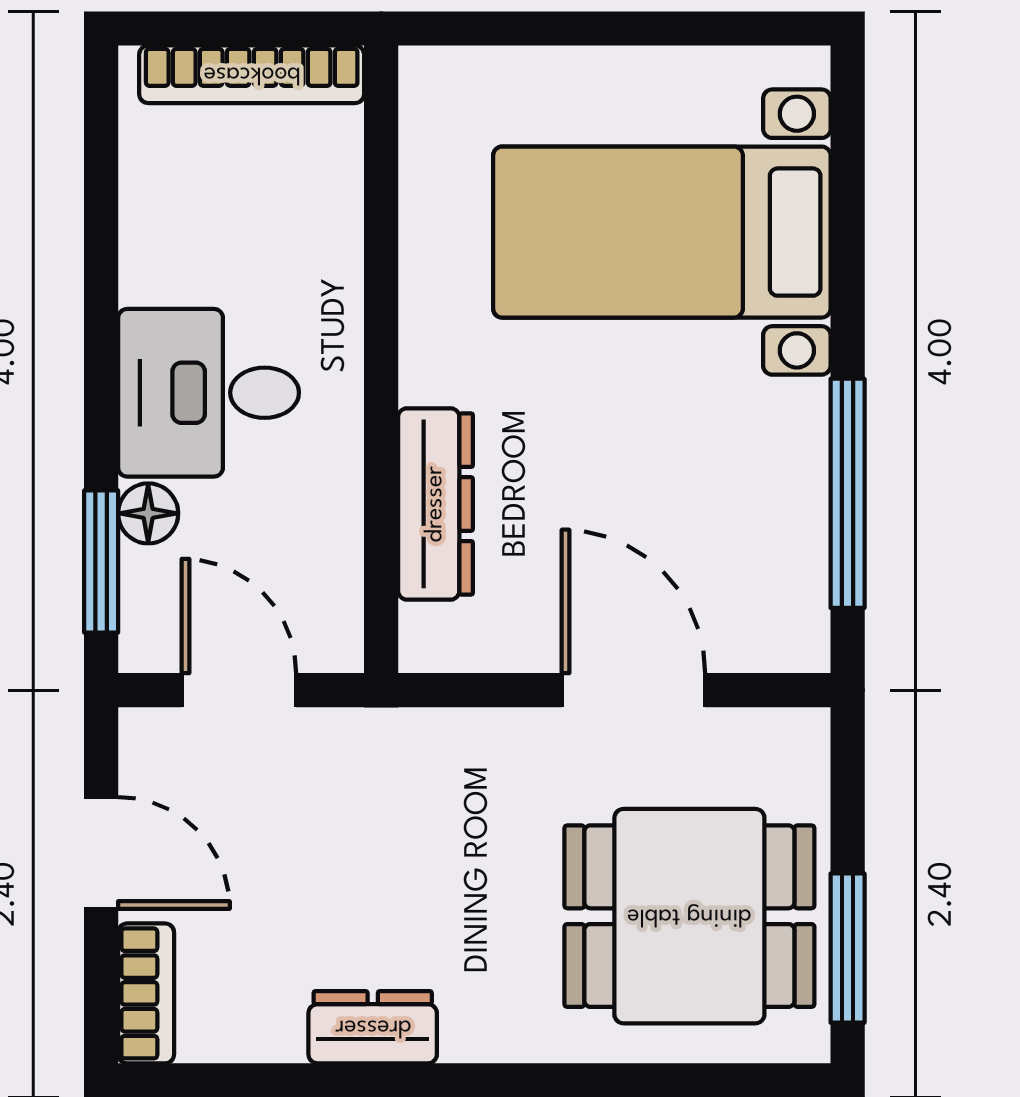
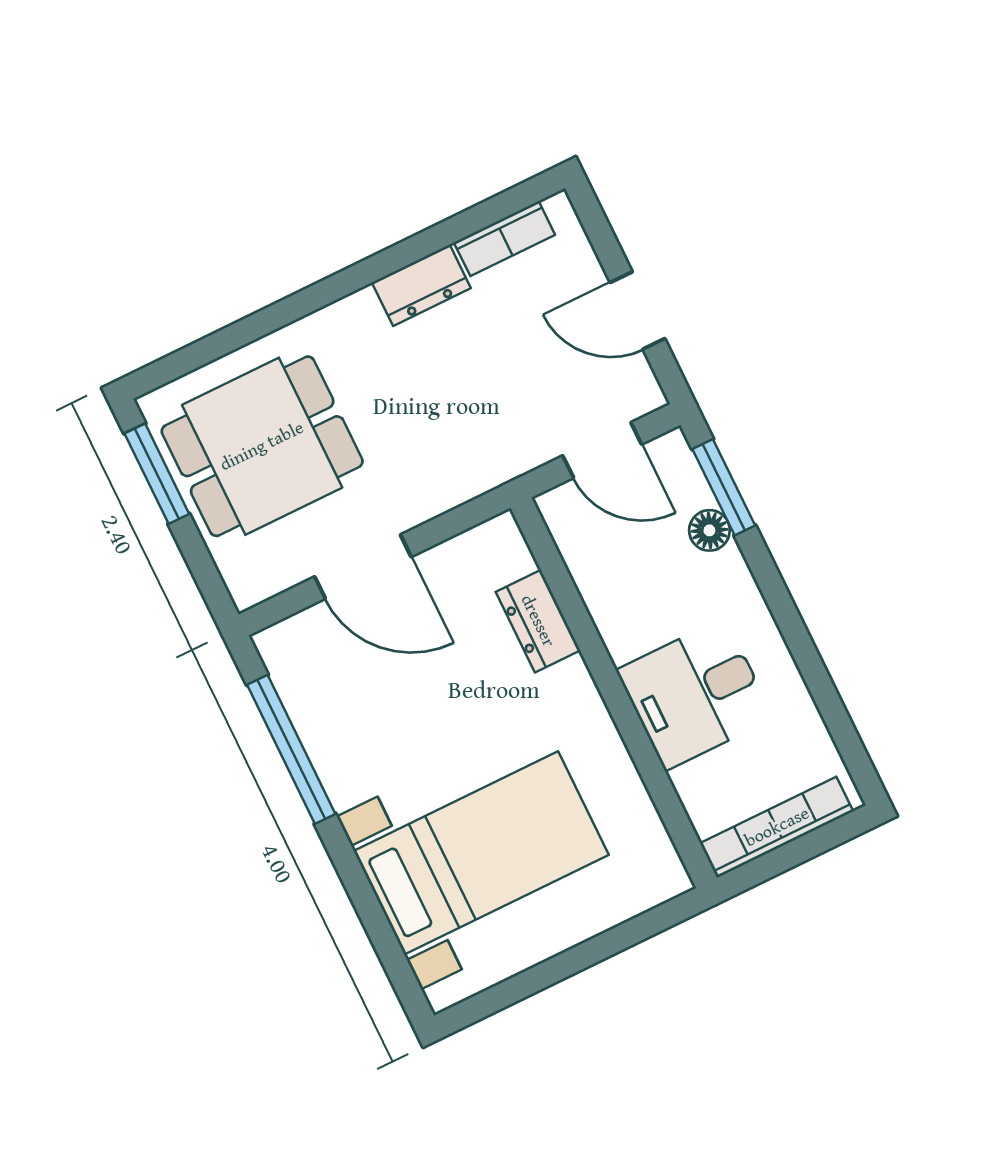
desk: (209, 393) -> (695, 694), moved, turned 180
dresser: (435, 504) -> (538, 621), width x0.70
bookcase: (146, 993) -> (504, 239), moved, turned -90

